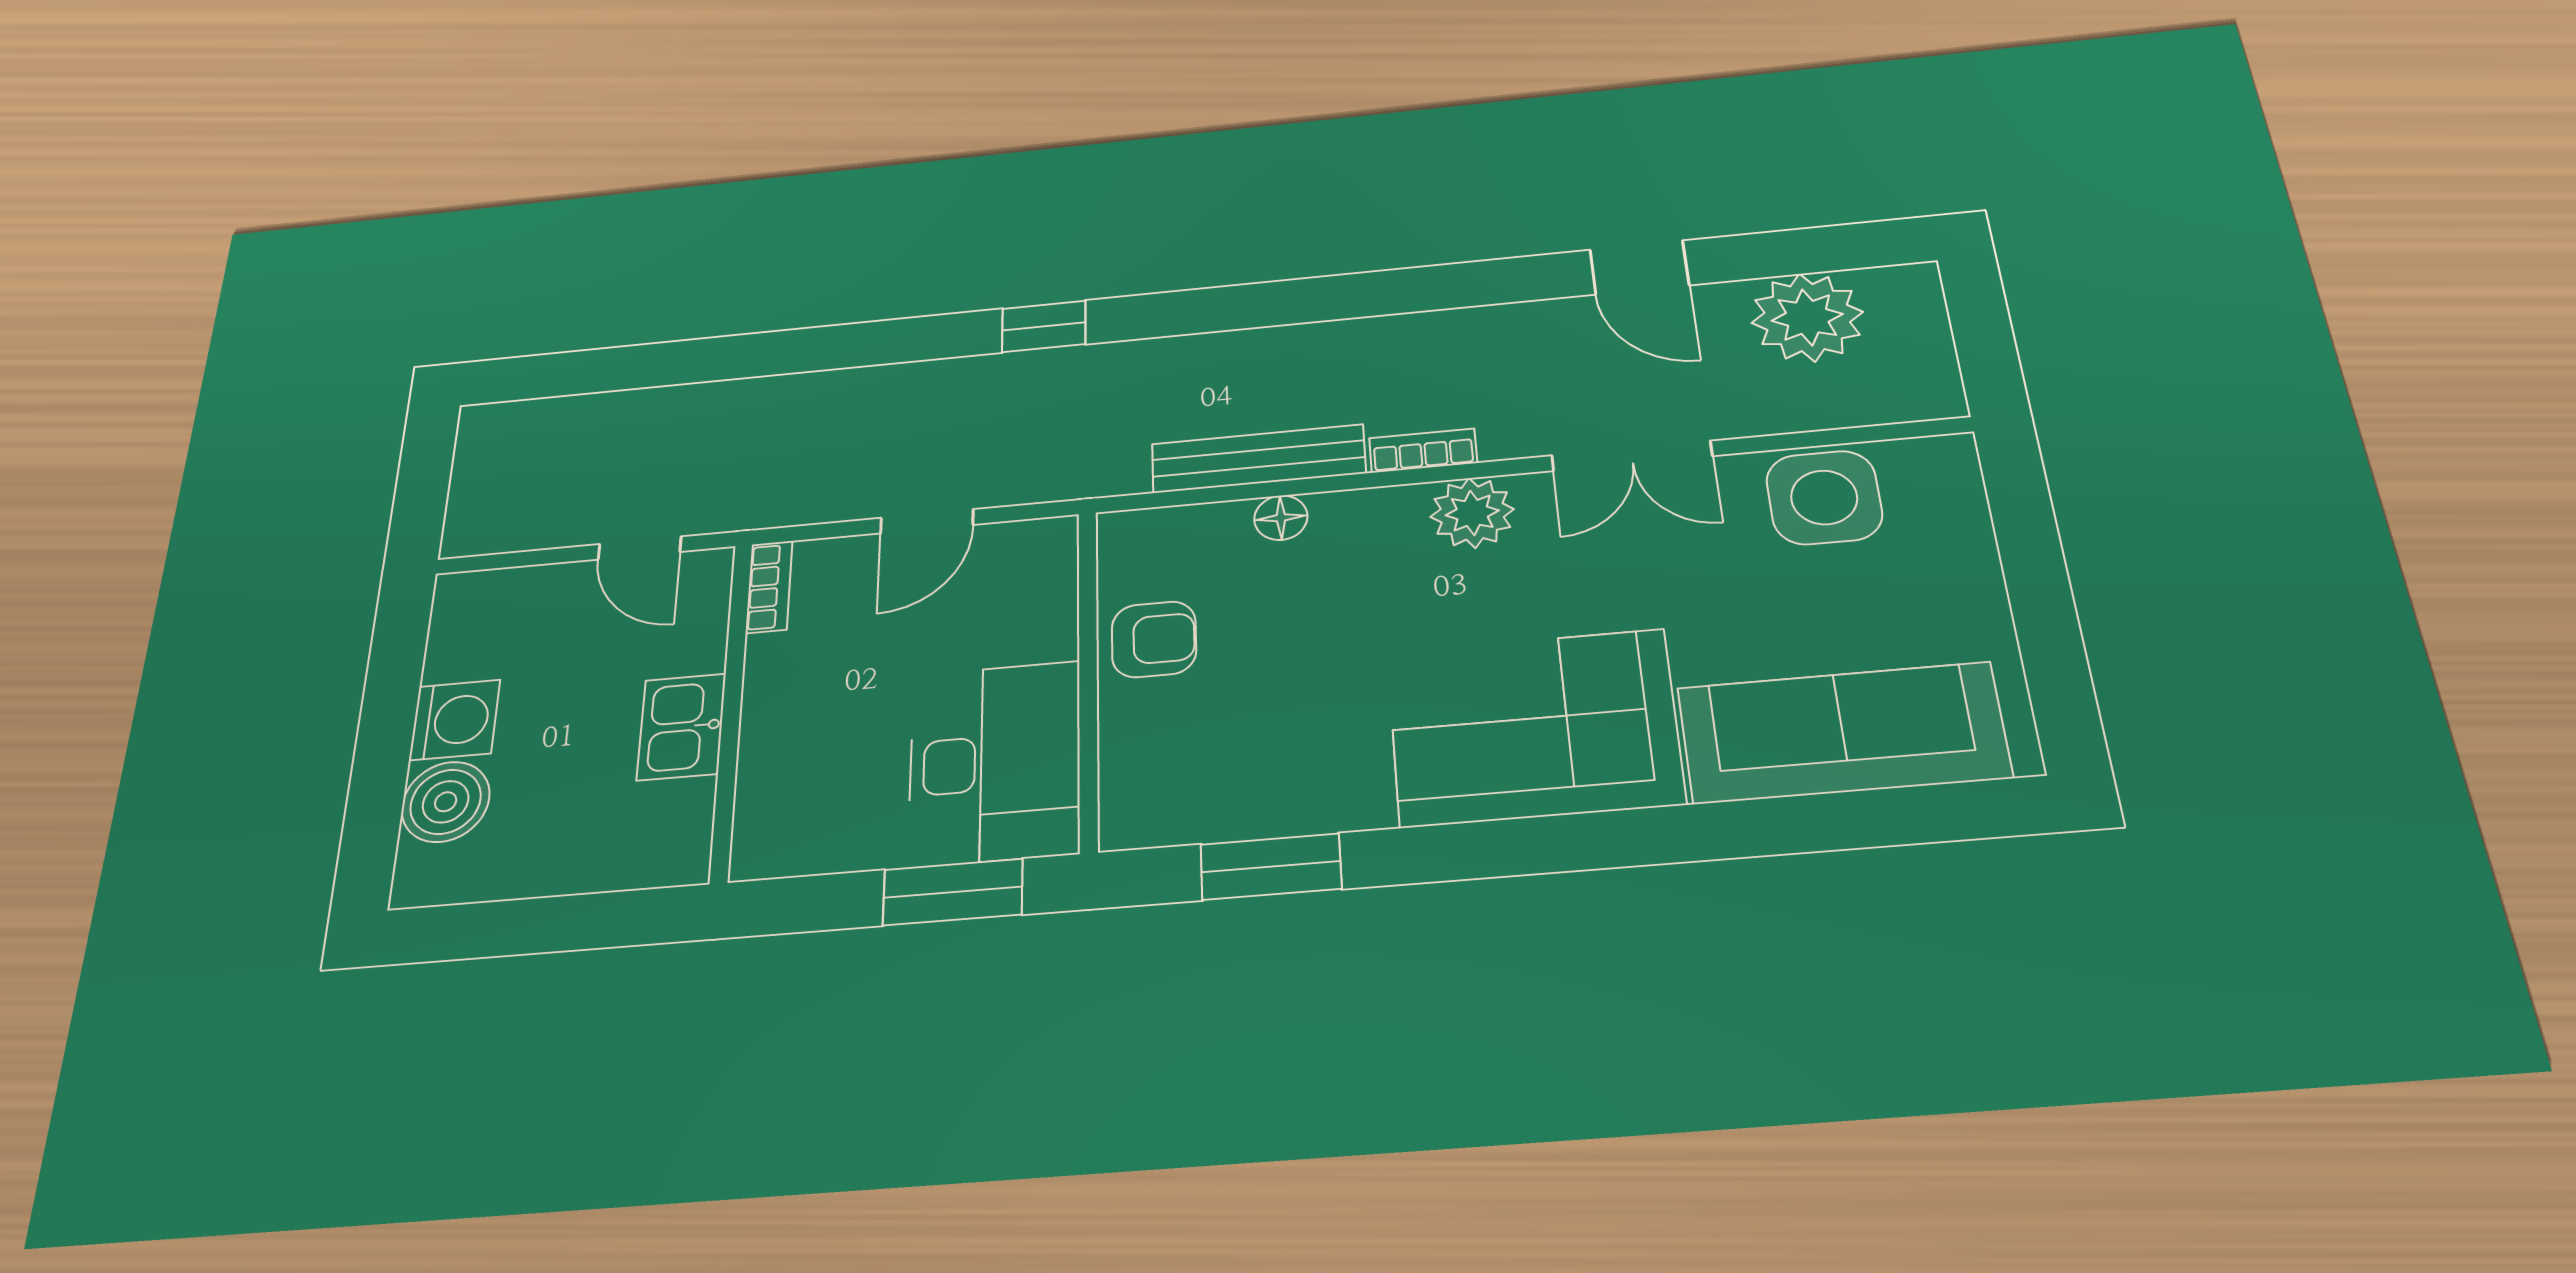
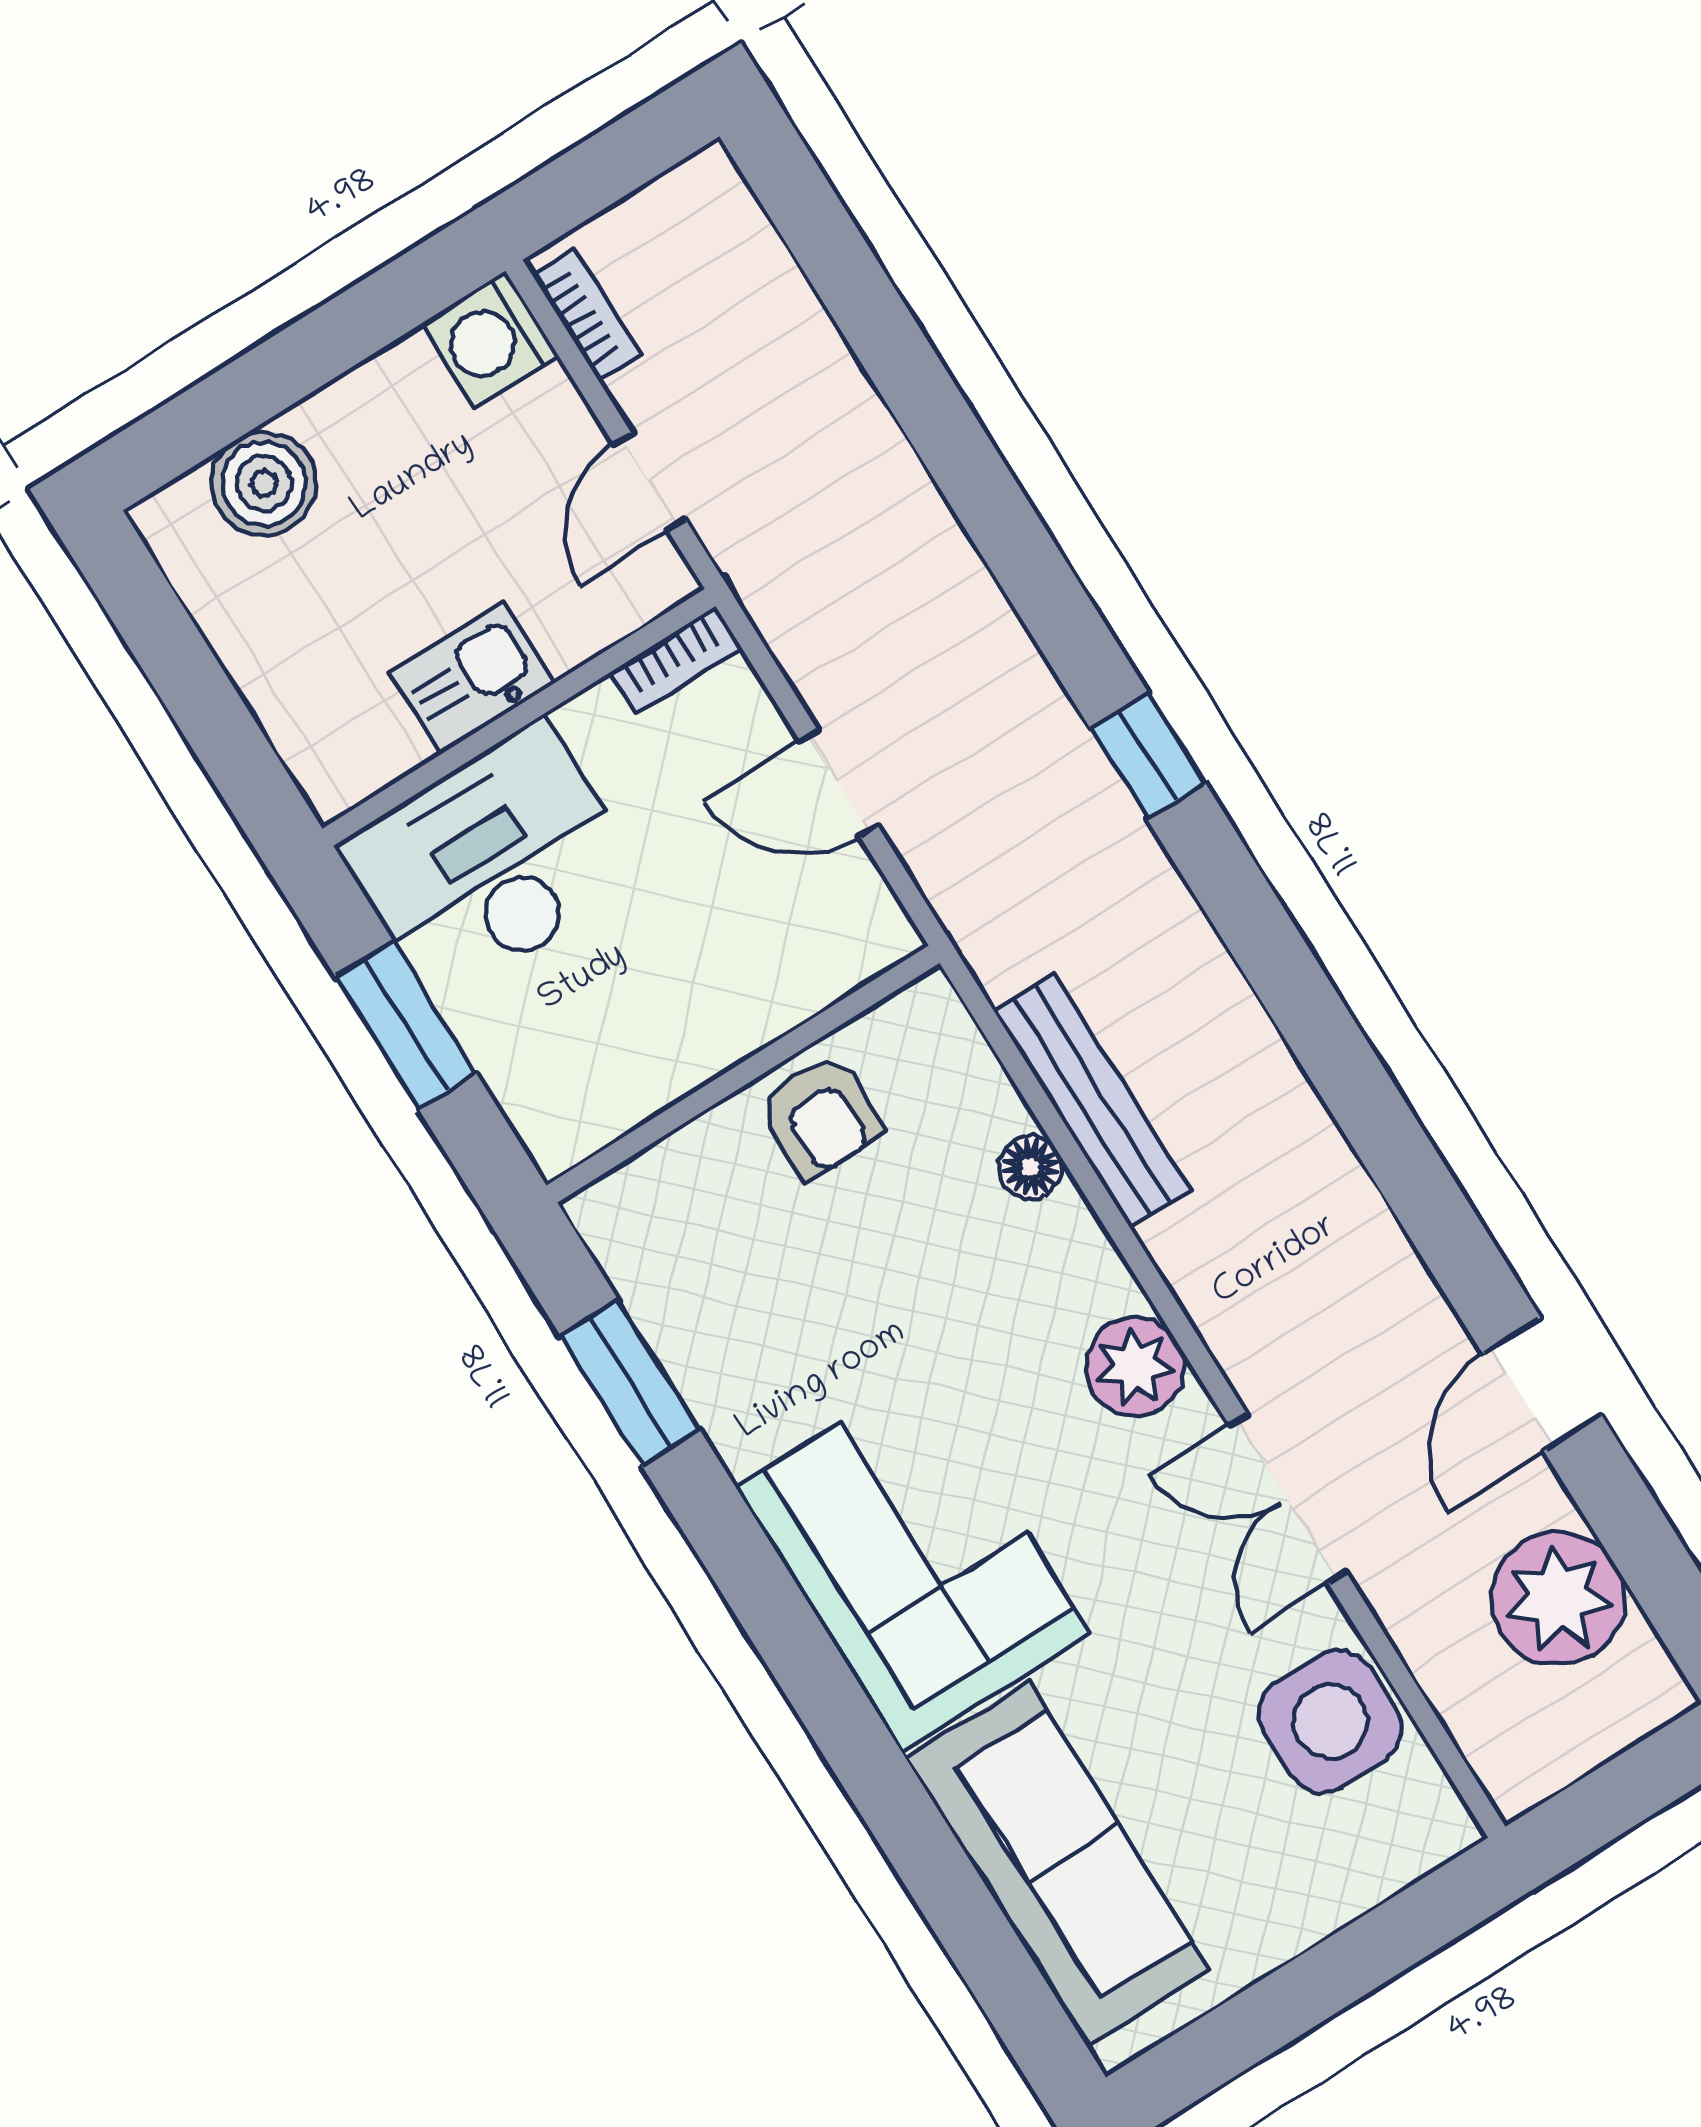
bookcase: (1423, 451) -> (587, 315), moved
washing machine: (455, 720) -> (490, 339), moved, turned 90
desk: (995, 763) -> (490, 863), moved, turned 180
window: (953, 892) -> (406, 1025), moved

